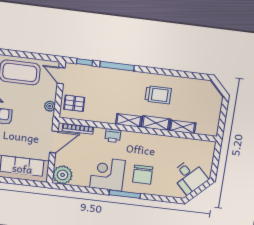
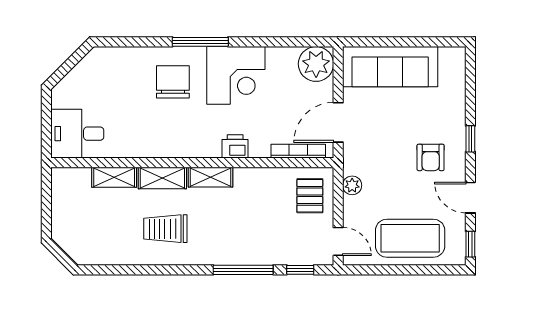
pallet: (74, 103) -> (310, 196), turned 90
desk: (189, 177) -> (77, 134), moved, turned -45

